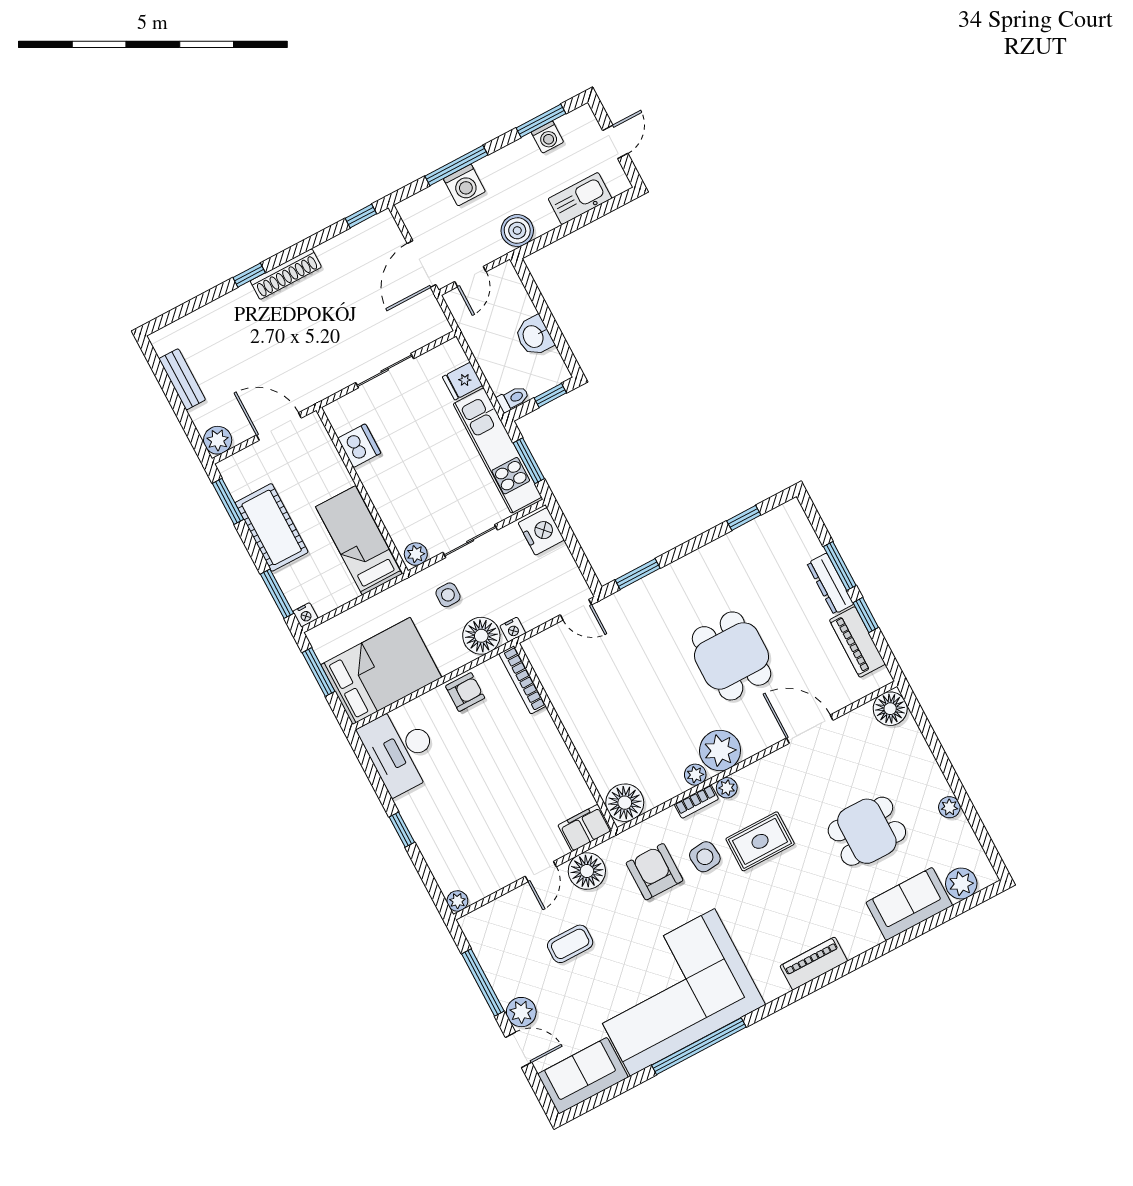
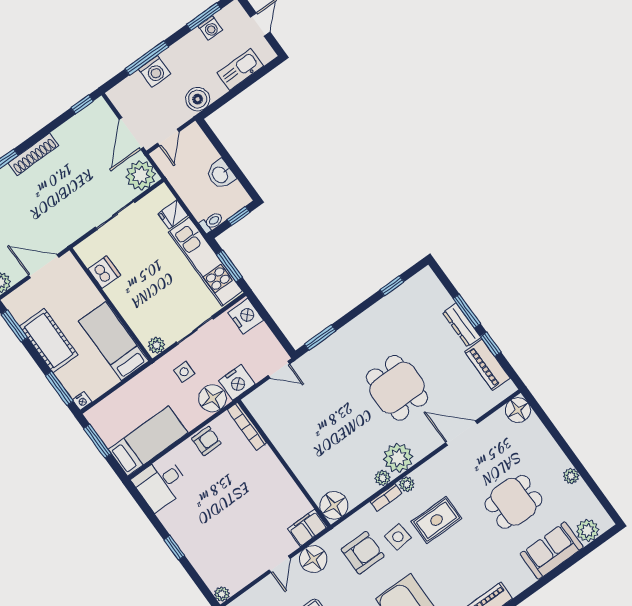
plant: (426, 322) -> (141, 175), added
nightstand: (513, 630) -> (237, 382), width x1.89, depth x1.79
bed: (381, 671) -> (148, 441), width x0.67
desk: (401, 750) -> (161, 483), width x0.73
armchair: (655, 872) -> (363, 553), turned 90

